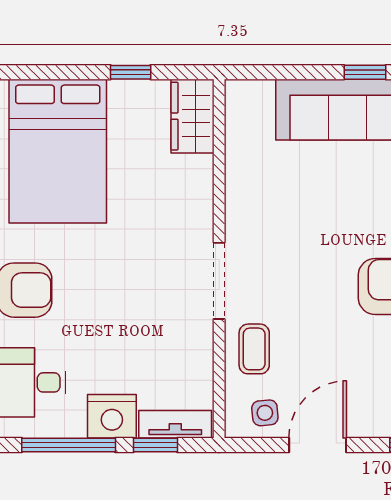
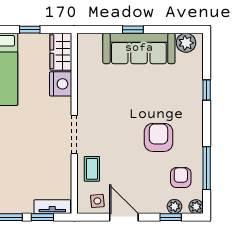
window: (365, 72) -> (133, 30), moved
nightstand: (112, 416) -> (61, 84), moved, turned -90
door: (318, 445) -> (124, 217), hinge flipped

